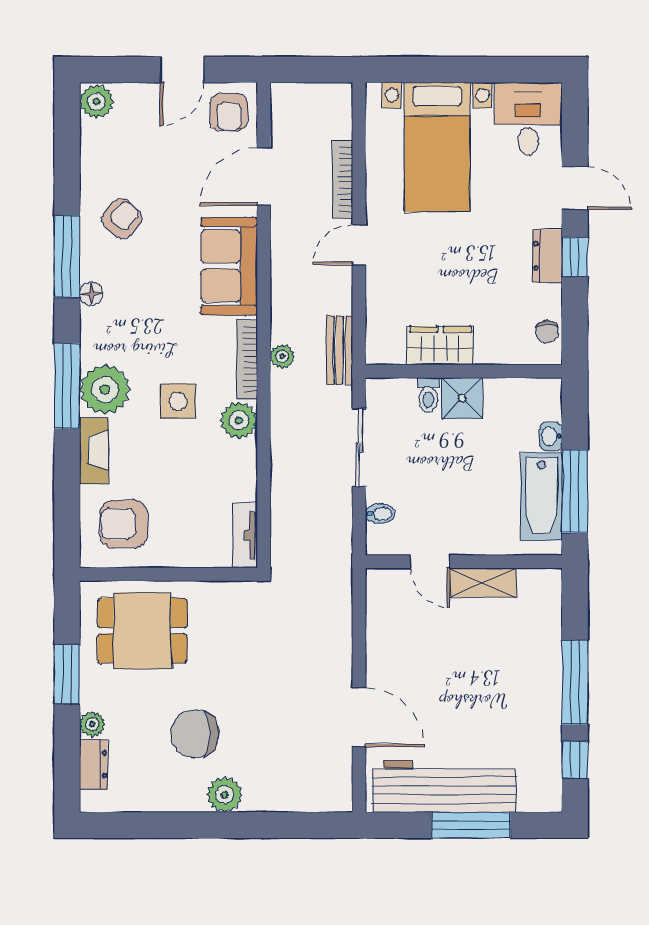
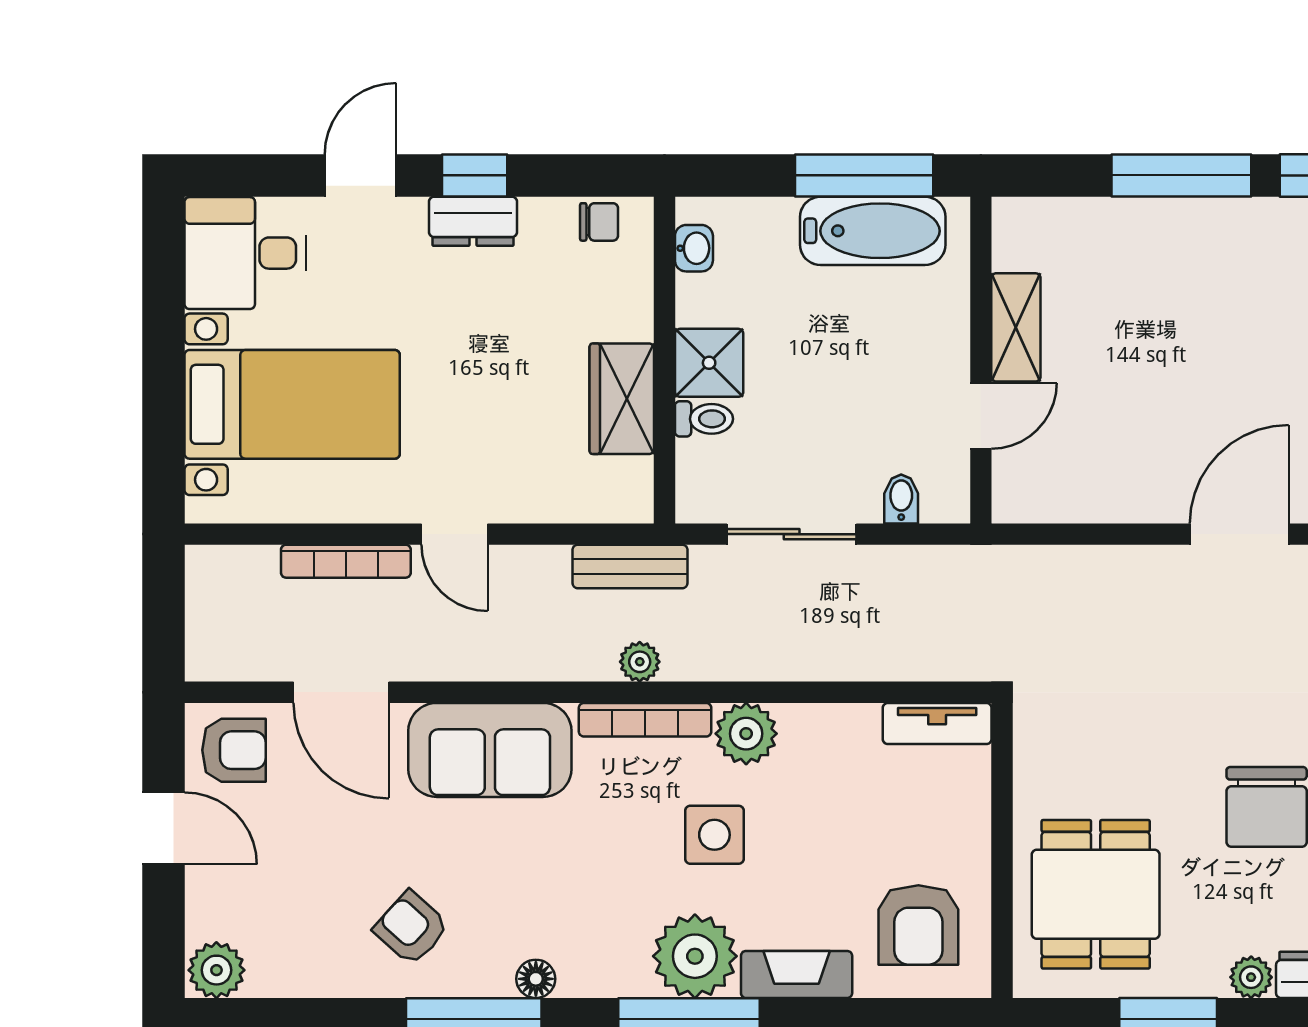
washbasin: (551, 436) -> (694, 248), moved, turned -90

